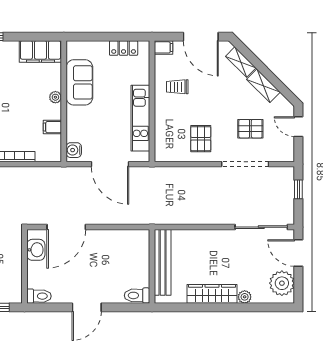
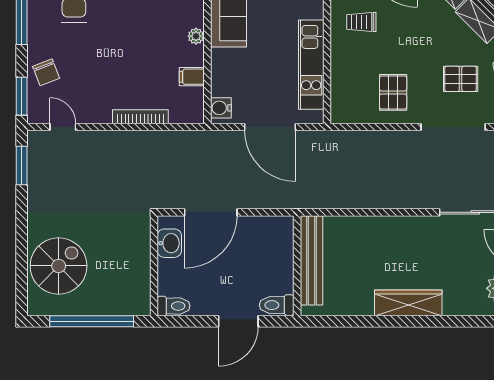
bench: (163, 262) -> (311, 260), moved
wall: (152, 266) -> (297, 266), moved
toilet: (137, 295) -> (277, 305), moved
plant: (245, 297) -> (453, 307), removed

